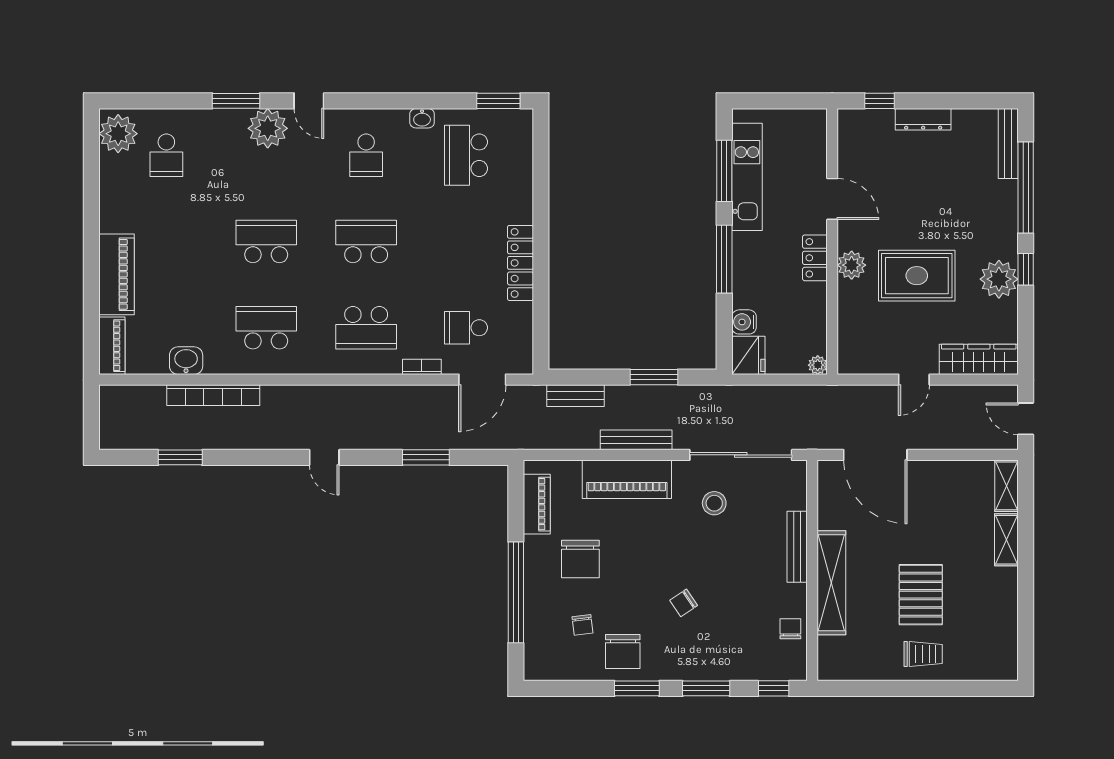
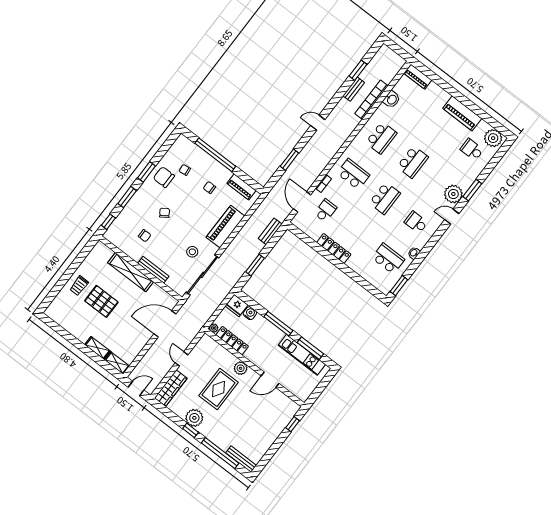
dresser: (923, 119) -> (274, 435), removed
locker: (815, 258) -> (232, 341), moved, width x1.53
piano: (117, 274) -> (462, 113), moved
school desk: (366, 328) -> (353, 174), turned 90
bench: (636, 440) -> (354, 89), moved, width x0.73
chair: (580, 559) -> (209, 188), width x0.54, depth x0.54
chair: (790, 629) -> (145, 236), moved

